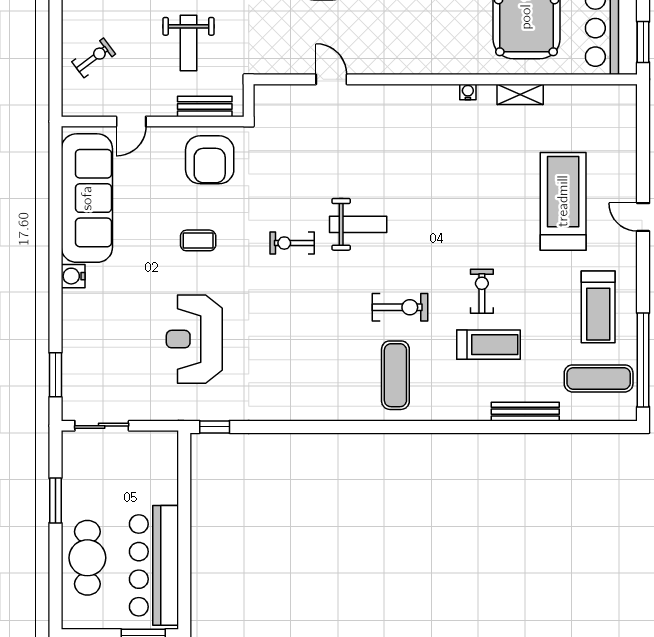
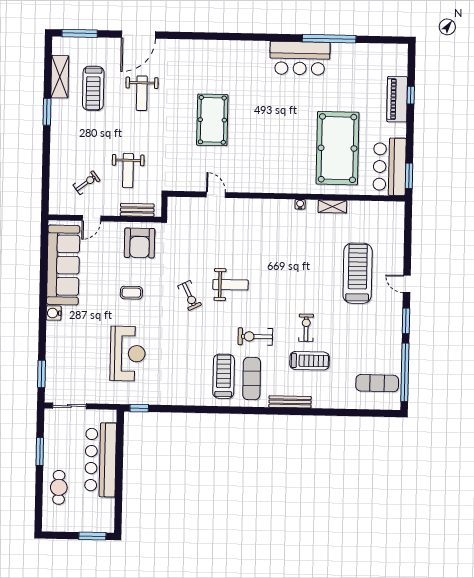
exercise bike: (94, 58) -> (87, 183), moved
exercise bike: (292, 243) -> (190, 295), turned -116
window: (643, 277) -> (406, 321), added
exercise bike: (400, 307) -> (255, 337), turned 180
treadmill: (598, 307) -> (224, 376), moved, turned 180
reception desk: (194, 339) -> (128, 354), turned 180
bench: (525, 412) -> (290, 402), moved
cafe table: (87, 558) -> (59, 487), width x0.73, depth x0.74
bar counter: (154, 565) -> (101, 460), moved

